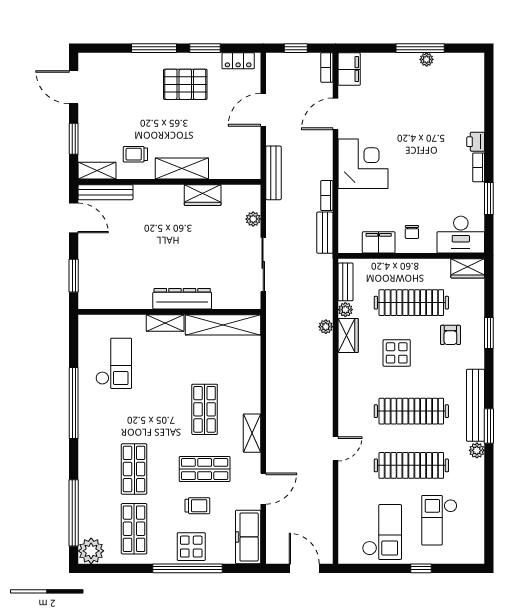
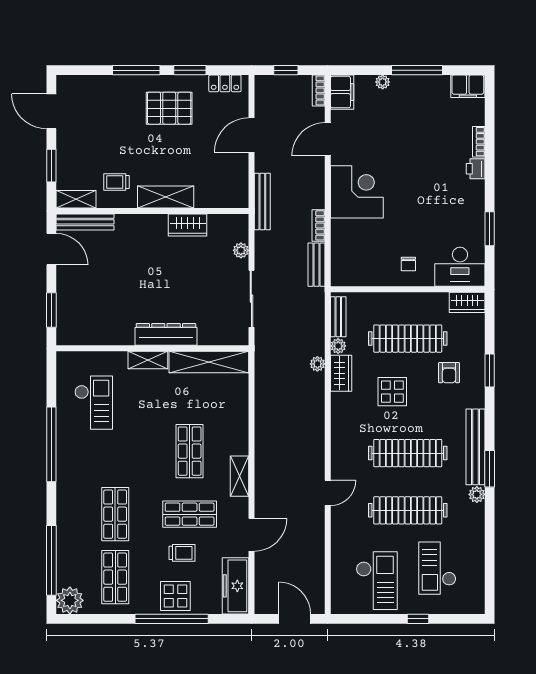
plant: (427, 59) -> (383, 82), moved
bookcase: (479, 167) -> (479, 142), moved
filing cabinet: (379, 242) -> (468, 86), moved, turned 180

